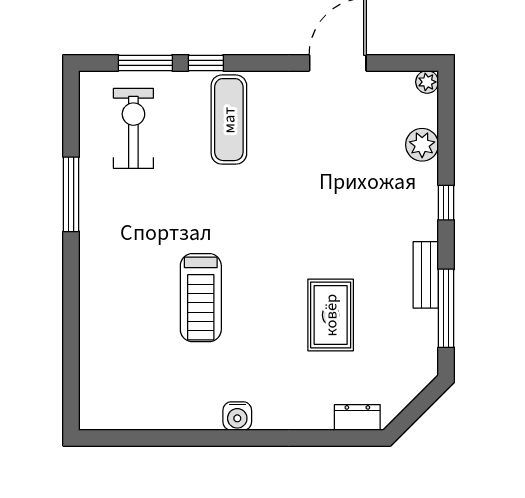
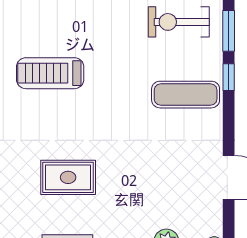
exercise bike: (133, 128) -> (179, 22), turned 180
rug: (331, 315) -> (68, 177), moved

